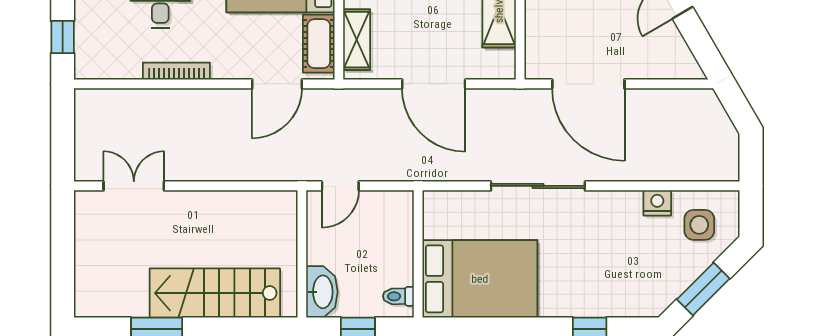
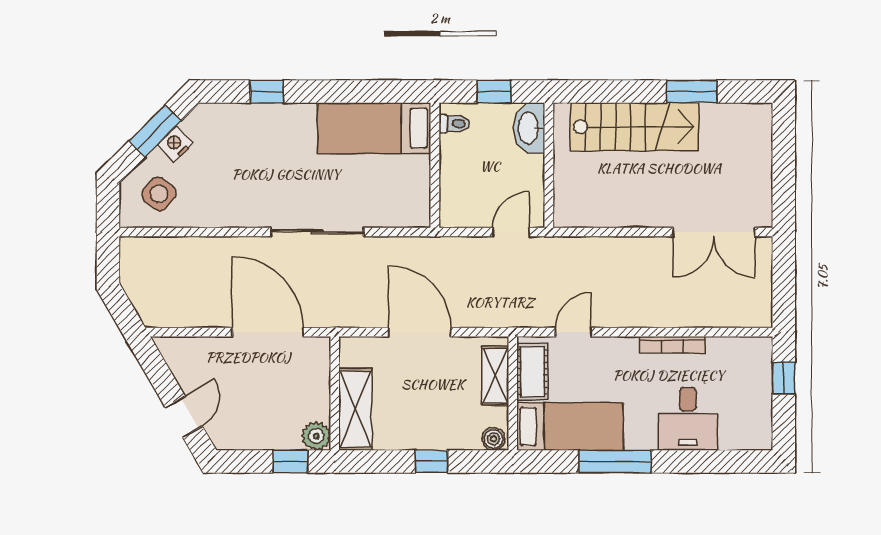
door: (277, 84) -> (573, 332), width x0.73
double door: (134, 186) -> (714, 232), width x1.37
nightstand: (657, 203) -> (175, 144), moved, turned 135
side table: (699, 225) -> (159, 194), turned 38
bed: (480, 279) -> (374, 128), width x0.67

